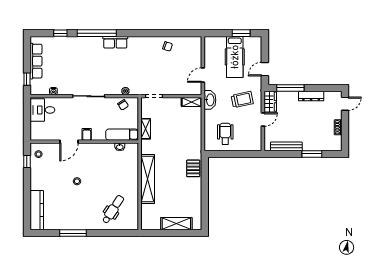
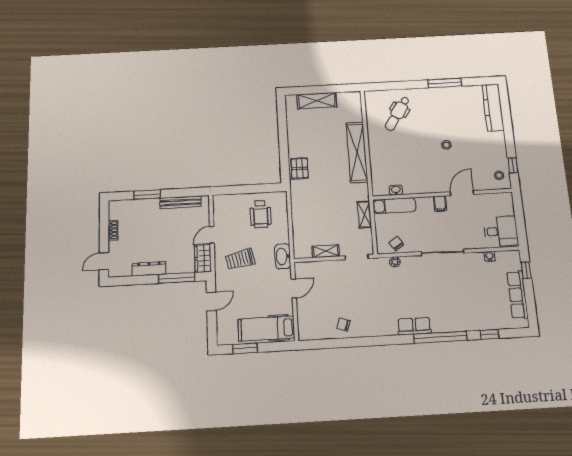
hospital bed: (235, 57) -> (266, 329), moved, turned -90
shelving: (192, 102) -> (326, 251), moved

